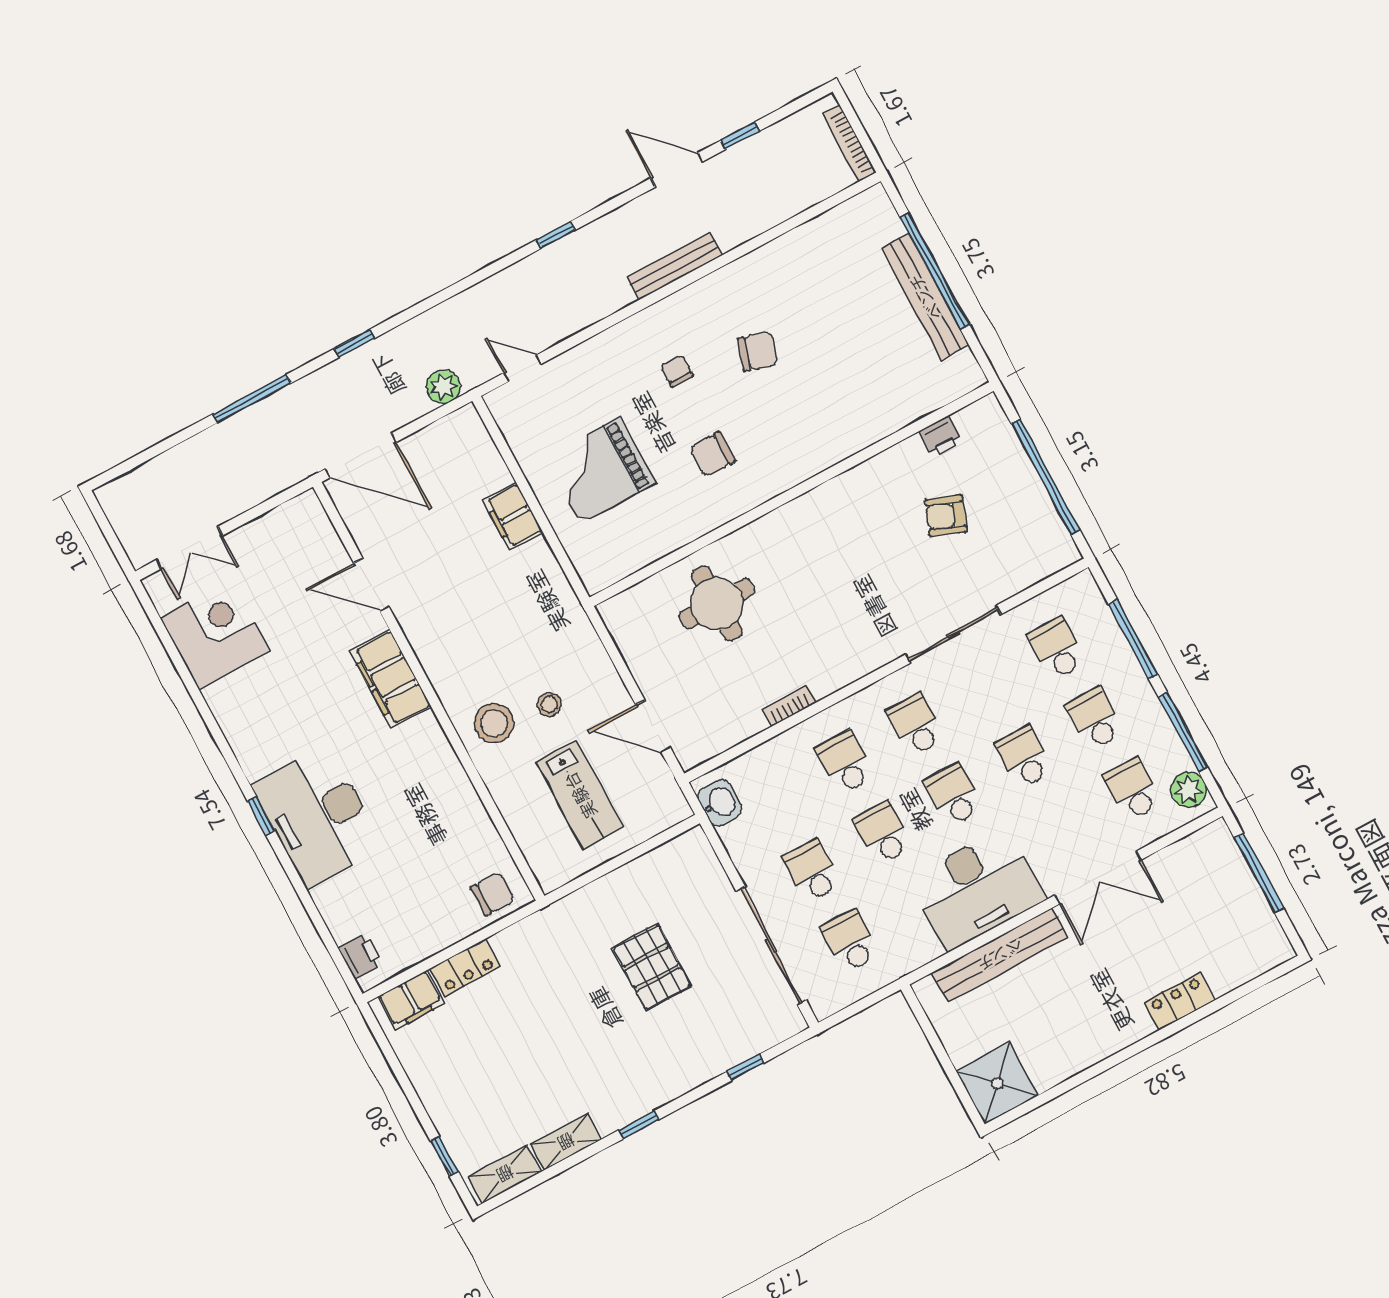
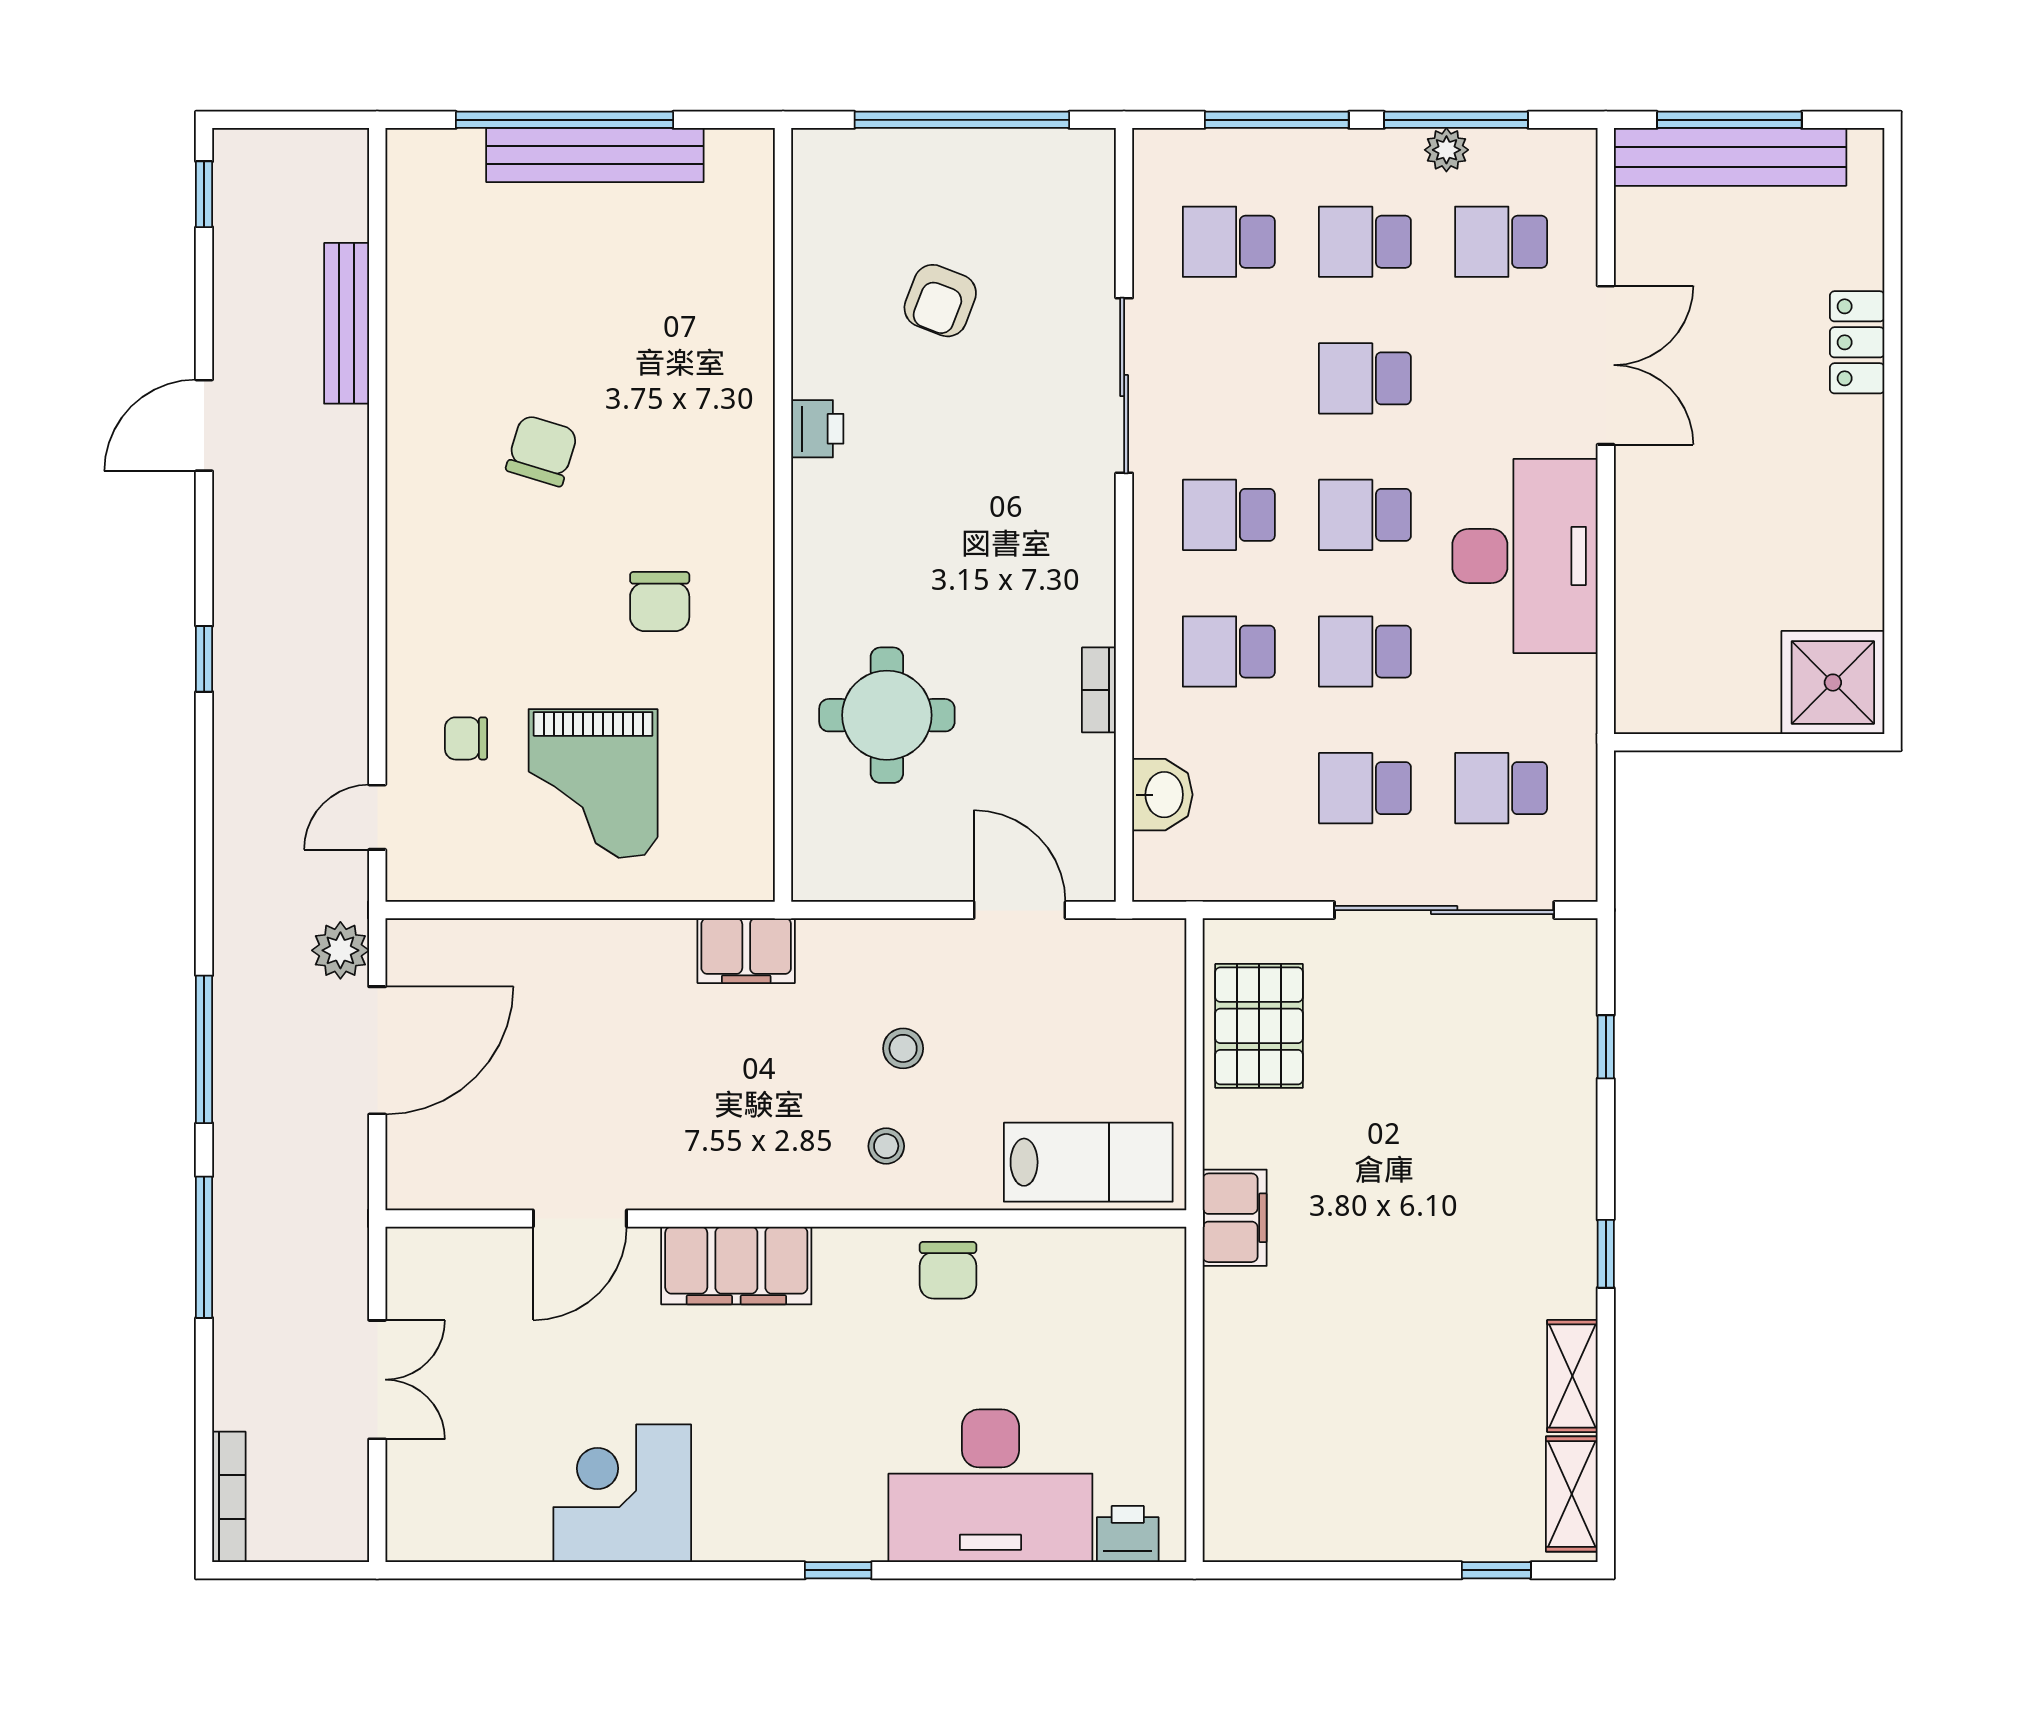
window: (740, 136) -> (204, 194), moved
bookcase: (849, 143) -> (229, 1497), moved, turned -90
bench: (675, 266) -> (347, 323), moved
window: (354, 344) -> (204, 1049), width x2.17
chair: (677, 371) -> (466, 738), moved
printer: (941, 437) -> (817, 429), moved
door: (361, 455) -> (377, 1050), moved
filing cabinet: (513, 516) -> (746, 951), moved
double door: (189, 548) -> (377, 1380), moved
corner desk: (215, 635) -> (622, 1493), moved
stool: (494, 723) -> (886, 1146), width x0.53, depth x0.53
door: (653, 726) -> (1020, 910), swing flipped
plant: (1189, 790) -> (1446, 150), moved, width x0.73, depth x0.73
lab bench: (580, 795) -> (1088, 1162), moved
washbasin: (720, 803) -> (1162, 795), moved, turned 90
desk: (318, 817) -> (990, 1486), moved
chair: (492, 894) -> (948, 1270), moved, turned 180
bench: (1000, 955) -> (1730, 157), moved, turned 90
pallet: (652, 967) -> (1259, 1026), moved, turned 90
locker: (465, 968) -> (1230, 1387), removed
filing cabinet: (411, 1000) -> (1235, 1218), moved

